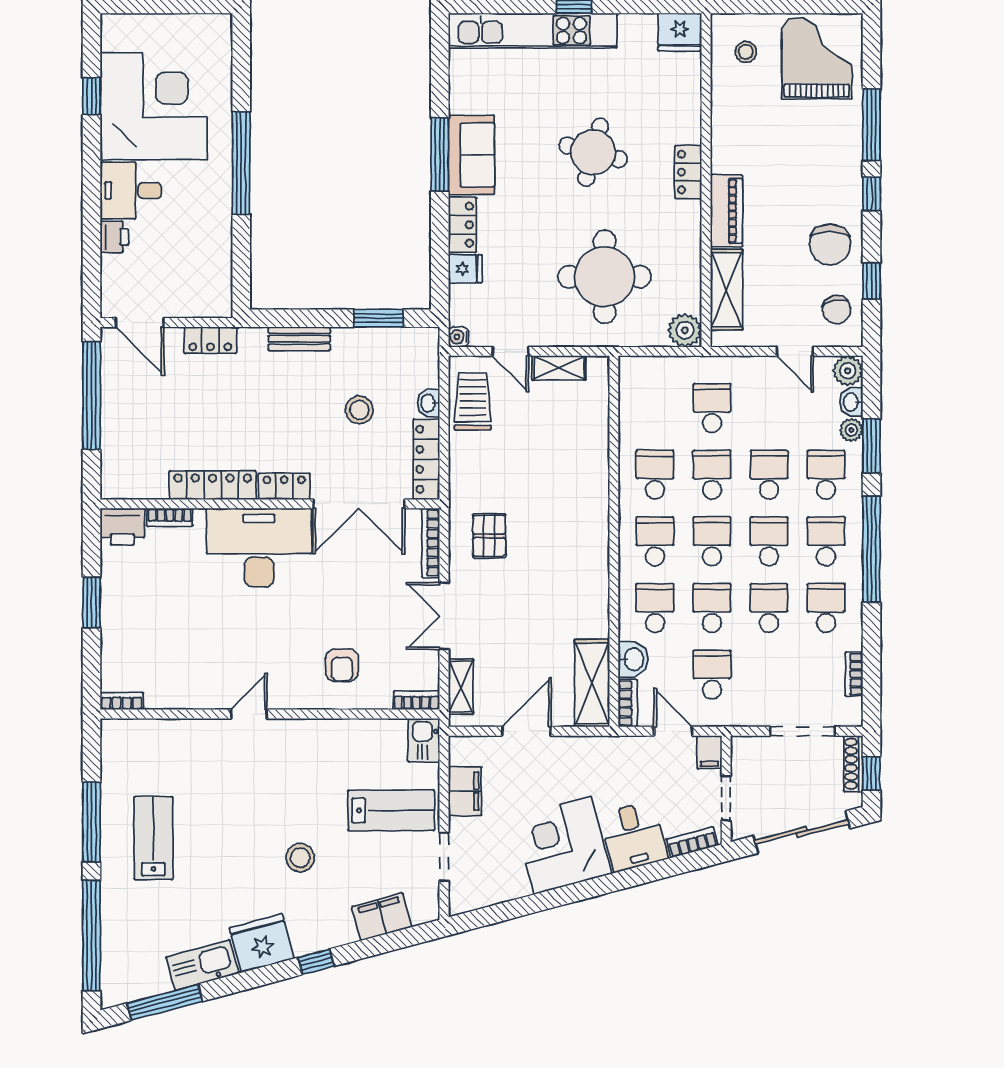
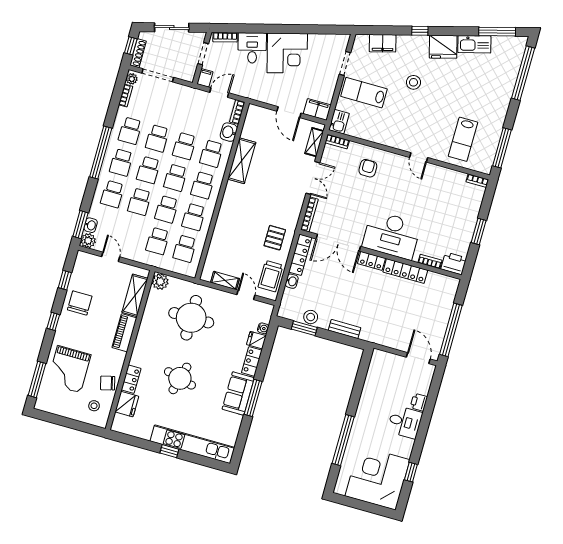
fridge: (680, 32) -> (127, 404), moved, turned 90
grand piano: (817, 58) -> (69, 369), moved
corner desk: (154, 106) -> (377, 478), moved, turned 90
window: (871, 125) -> (37, 379), moved
window: (241, 163) -> (343, 440), moved
locker: (688, 172) -> (131, 379), moved
chair: (837, 310) -> (108, 383), moved, turned -92
water cooler: (459, 337) -> (263, 328), moved
locker: (210, 340) -> (387, 340), removed
stool: (359, 410) -> (311, 317), moved
plant: (851, 430) -> (132, 79), moved
window: (871, 446) -> (80, 225), moved
double door: (359, 504) -> (338, 243), swing flipped
pallet: (489, 536) -> (275, 238), moved
school desk: (712, 675) -> (185, 249), moved
shelving: (592, 683) -> (242, 161), moved
door: (249, 714) -> (419, 157), hinge flipped
door: (527, 731) -> (289, 112), hinge flipped
door: (673, 731) -> (219, 93), swing flipped
filing cabinet: (465, 791) -> (317, 109), moved, turned 90
window: (92, 822) -> (502, 148), moved
sliding door: (802, 832) -> (172, 27), width x0.73
lab bench: (153, 838) -> (463, 139), moved

